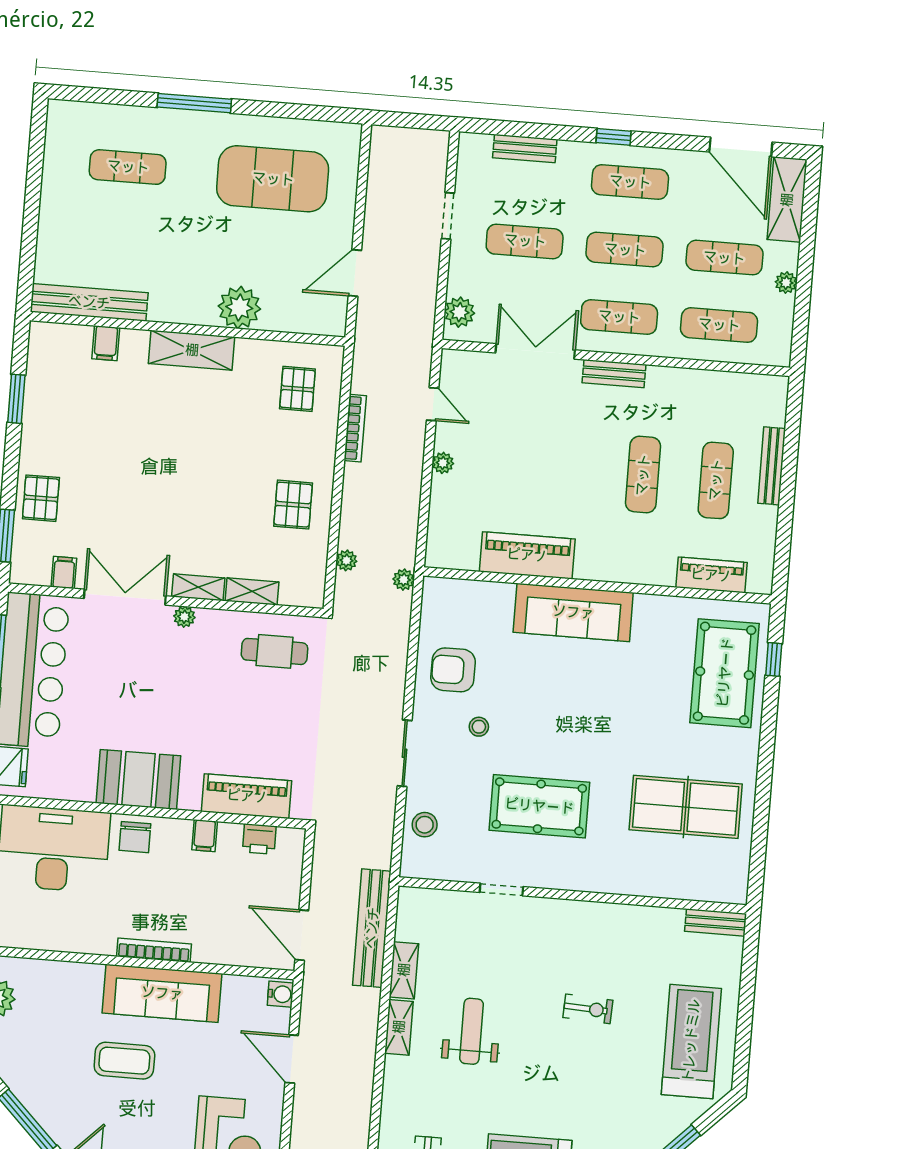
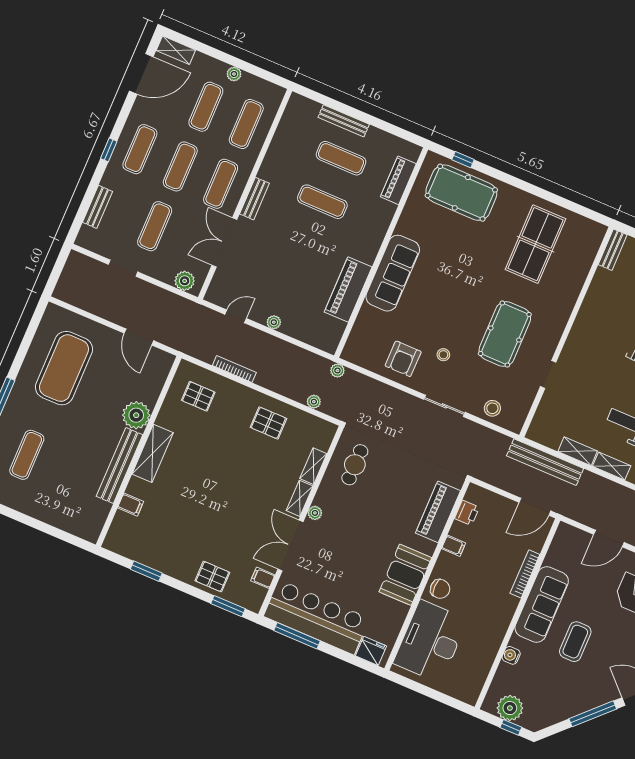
shelving: (787, 200) -> (176, 50), width x0.67, depth x0.75
bench: (89, 302) -> (120, 466), moved
bookcase: (154, 950) -> (525, 574), moved
water cooler: (280, 994) -> (511, 655), moved, turned -90

